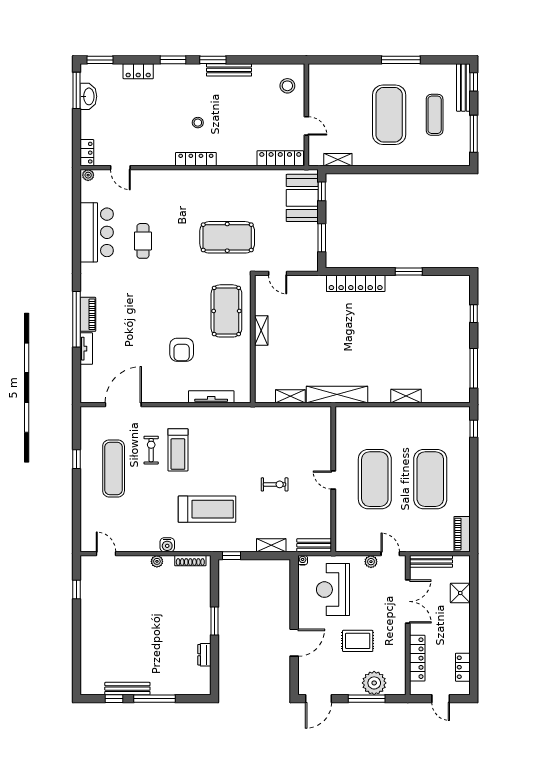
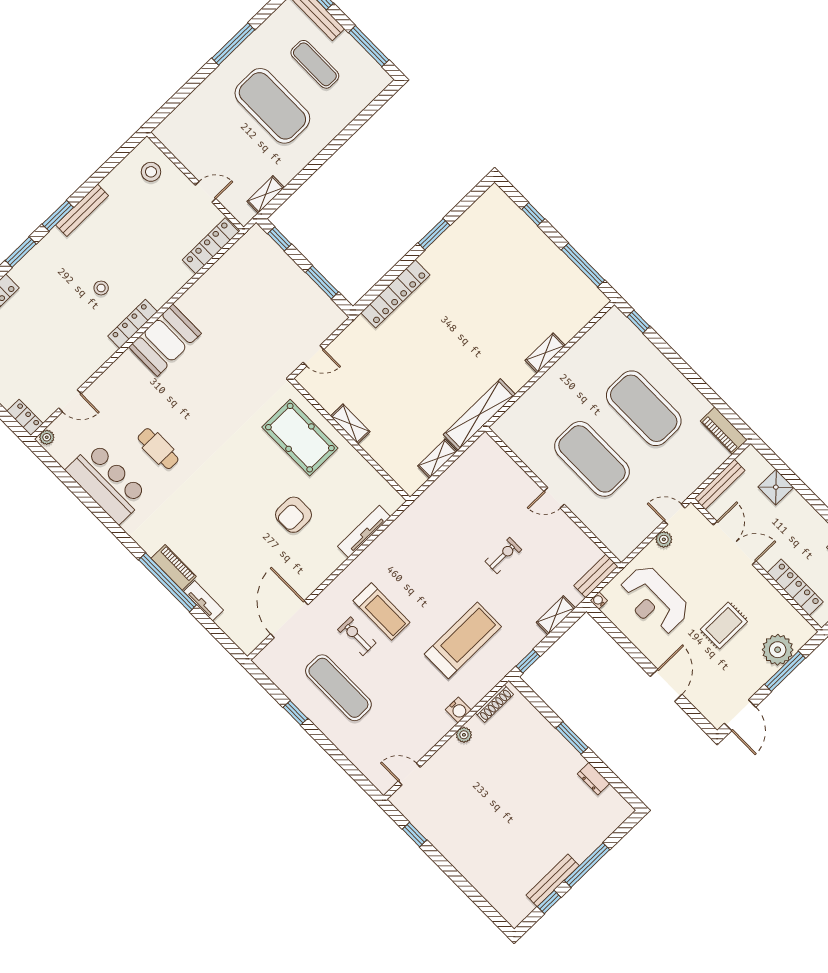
booth: (302, 198) -> (165, 340), moved, turned 90
pool table: (227, 237) -> (233, 368), removed
armchair: (182, 350) -> (293, 515), turned 90

